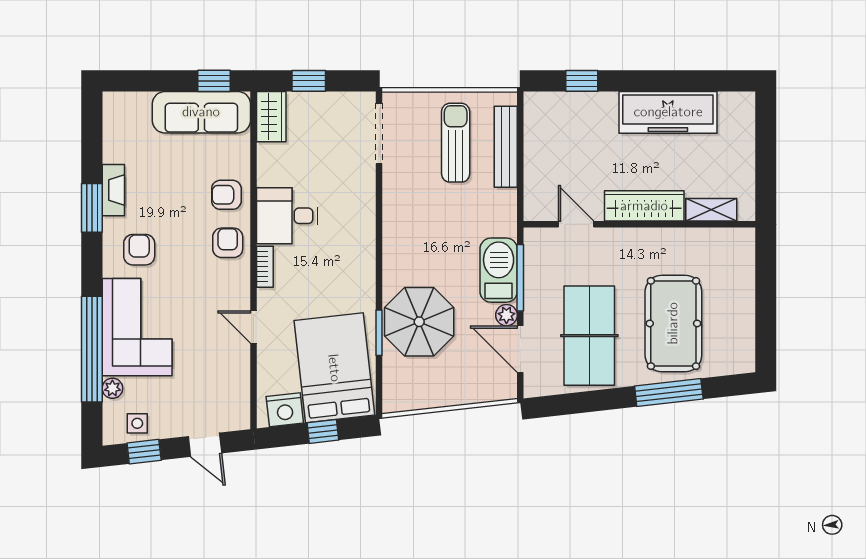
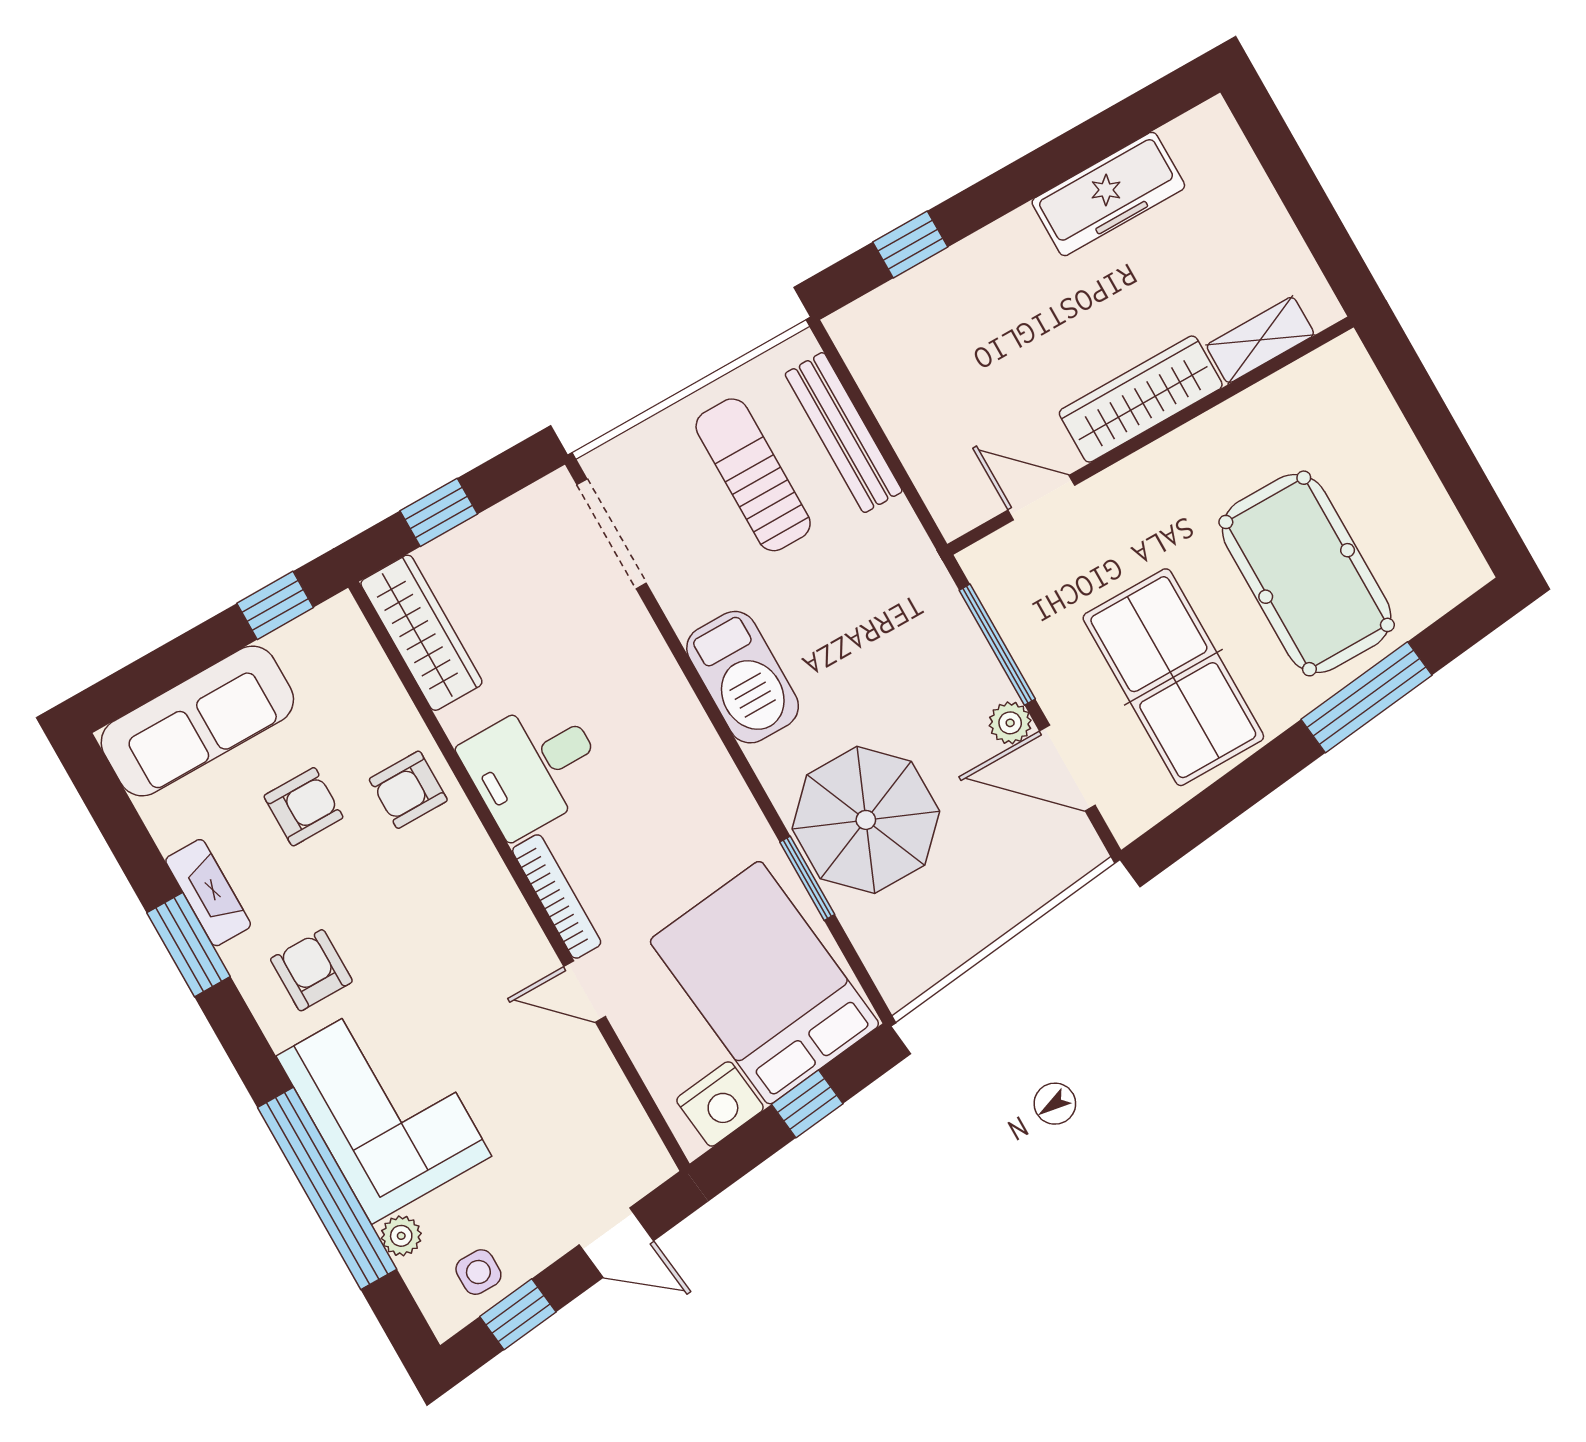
sofa: (201, 112) -> (197, 721), moved
freezer: (668, 112) -> (1108, 194), width x0.73, depth x0.79
wardrobe: (271, 117) -> (421, 633), width x1.50
armchair: (228, 243) -> (303, 807), moved, turned 90
bookcase: (265, 267) -> (557, 896), width x1.56
barbecue: (499, 270) -> (743, 677), moved, turned 180

